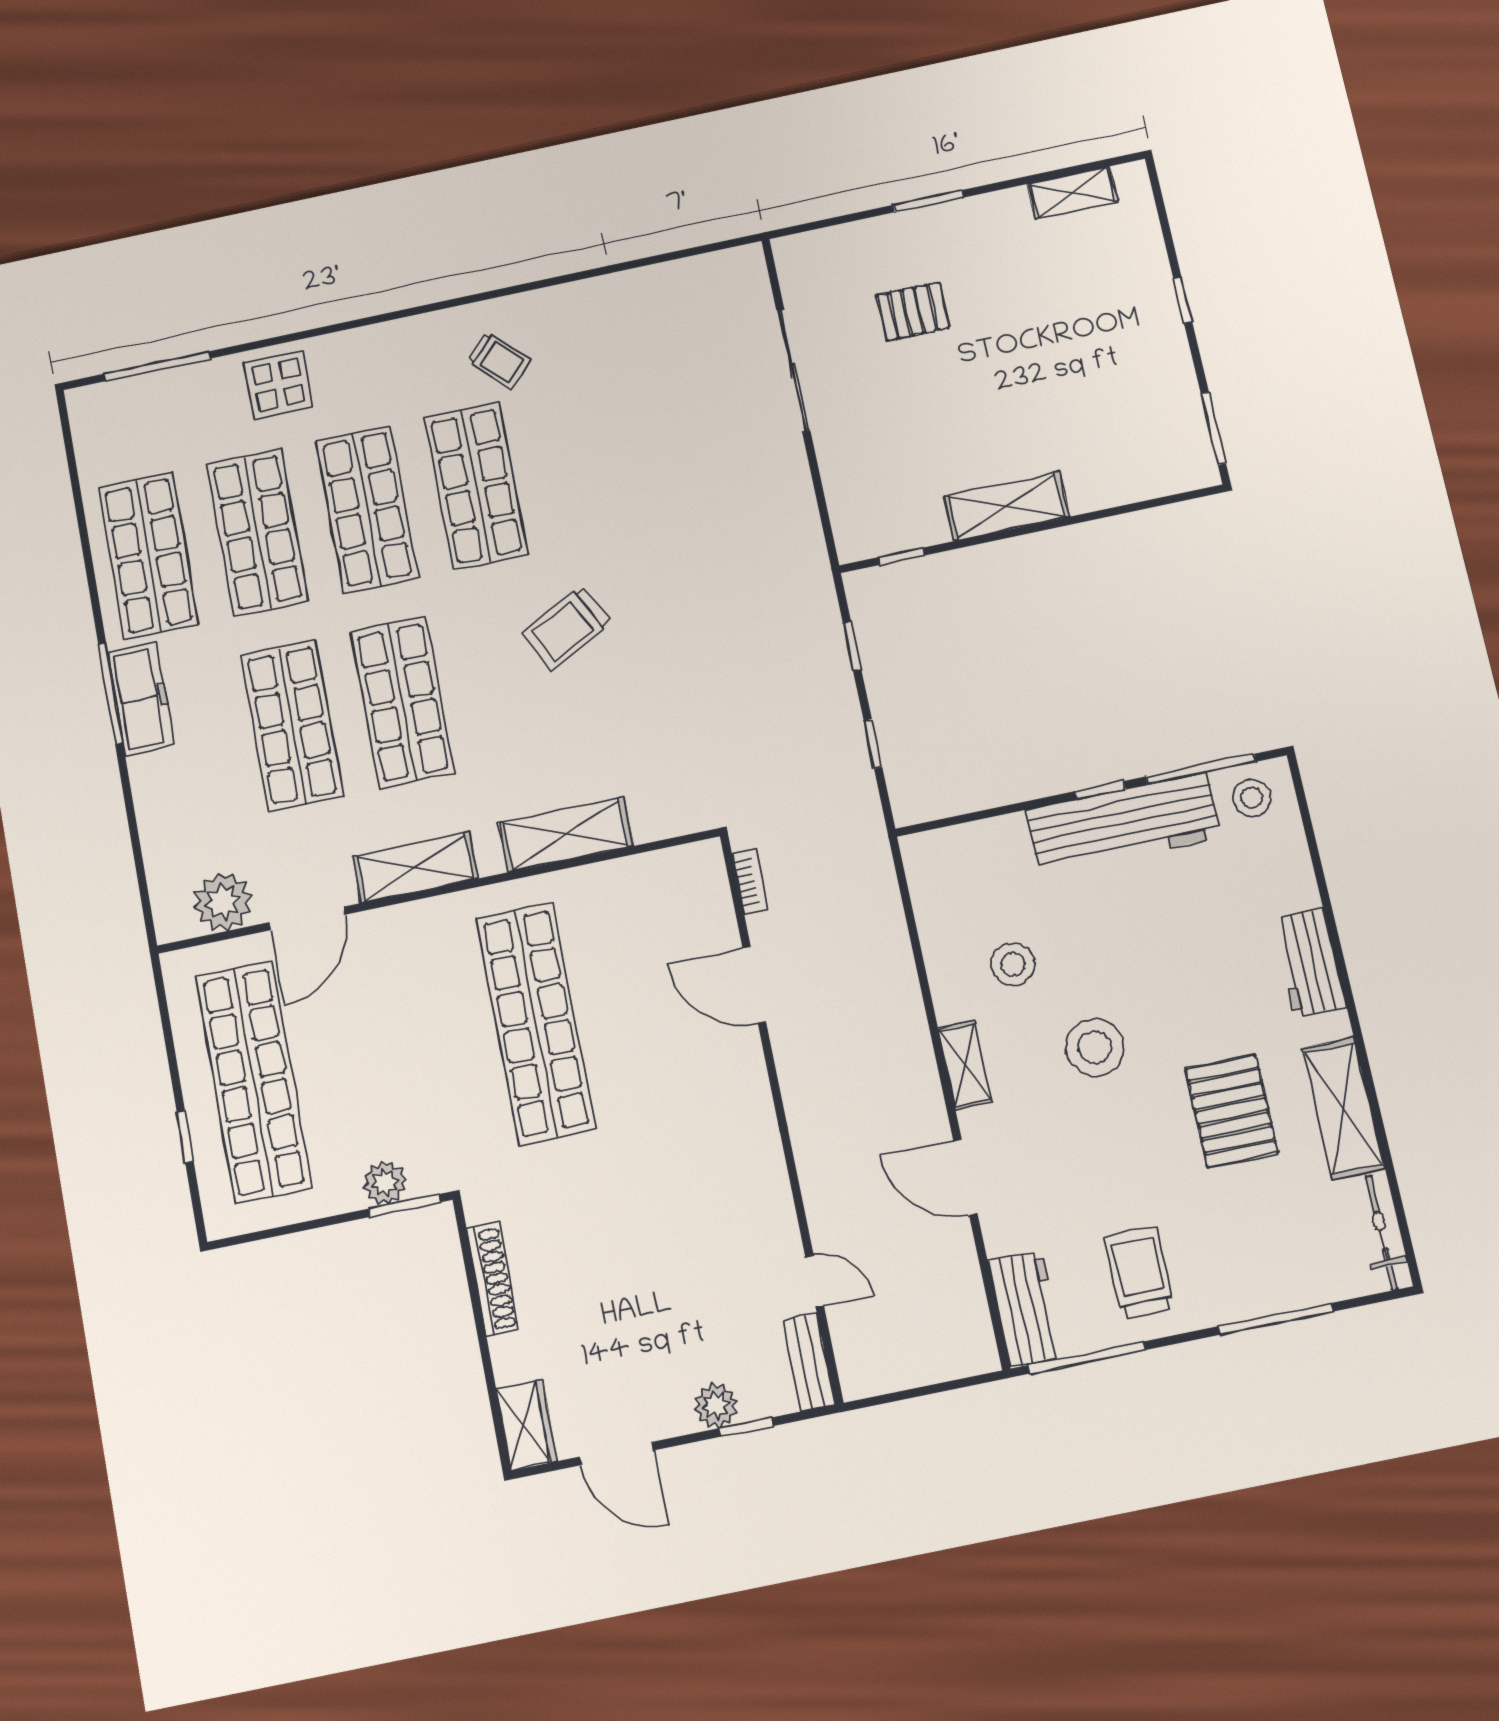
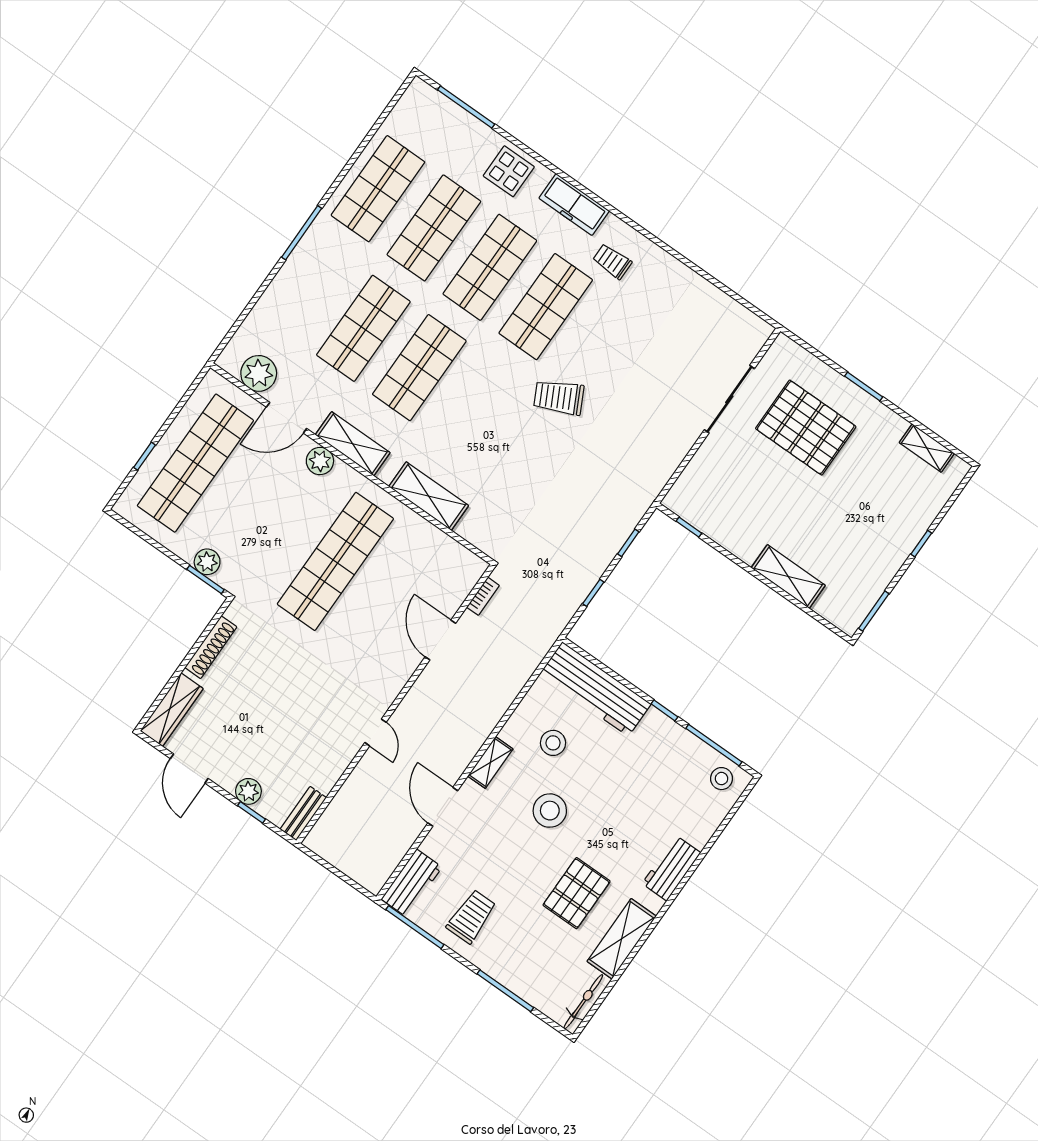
pallet: (913, 311) -> (806, 428), width x2.05, depth x2.00
trolley: (499, 360) -> (612, 261), turned 135
shelving: (1007, 506) -> (788, 577), moved
trolley: (567, 628) -> (559, 397), moved
freezer: (141, 699) -> (574, 204), moved, turned 90
workbench: (1123, 823) -> (595, 689), moved
plant: (397, 927) -> (320, 461), added
door: (815, 1281) -> (375, 732), moved
wardrobe: (527, 1425) -> (172, 710), width x1.50

